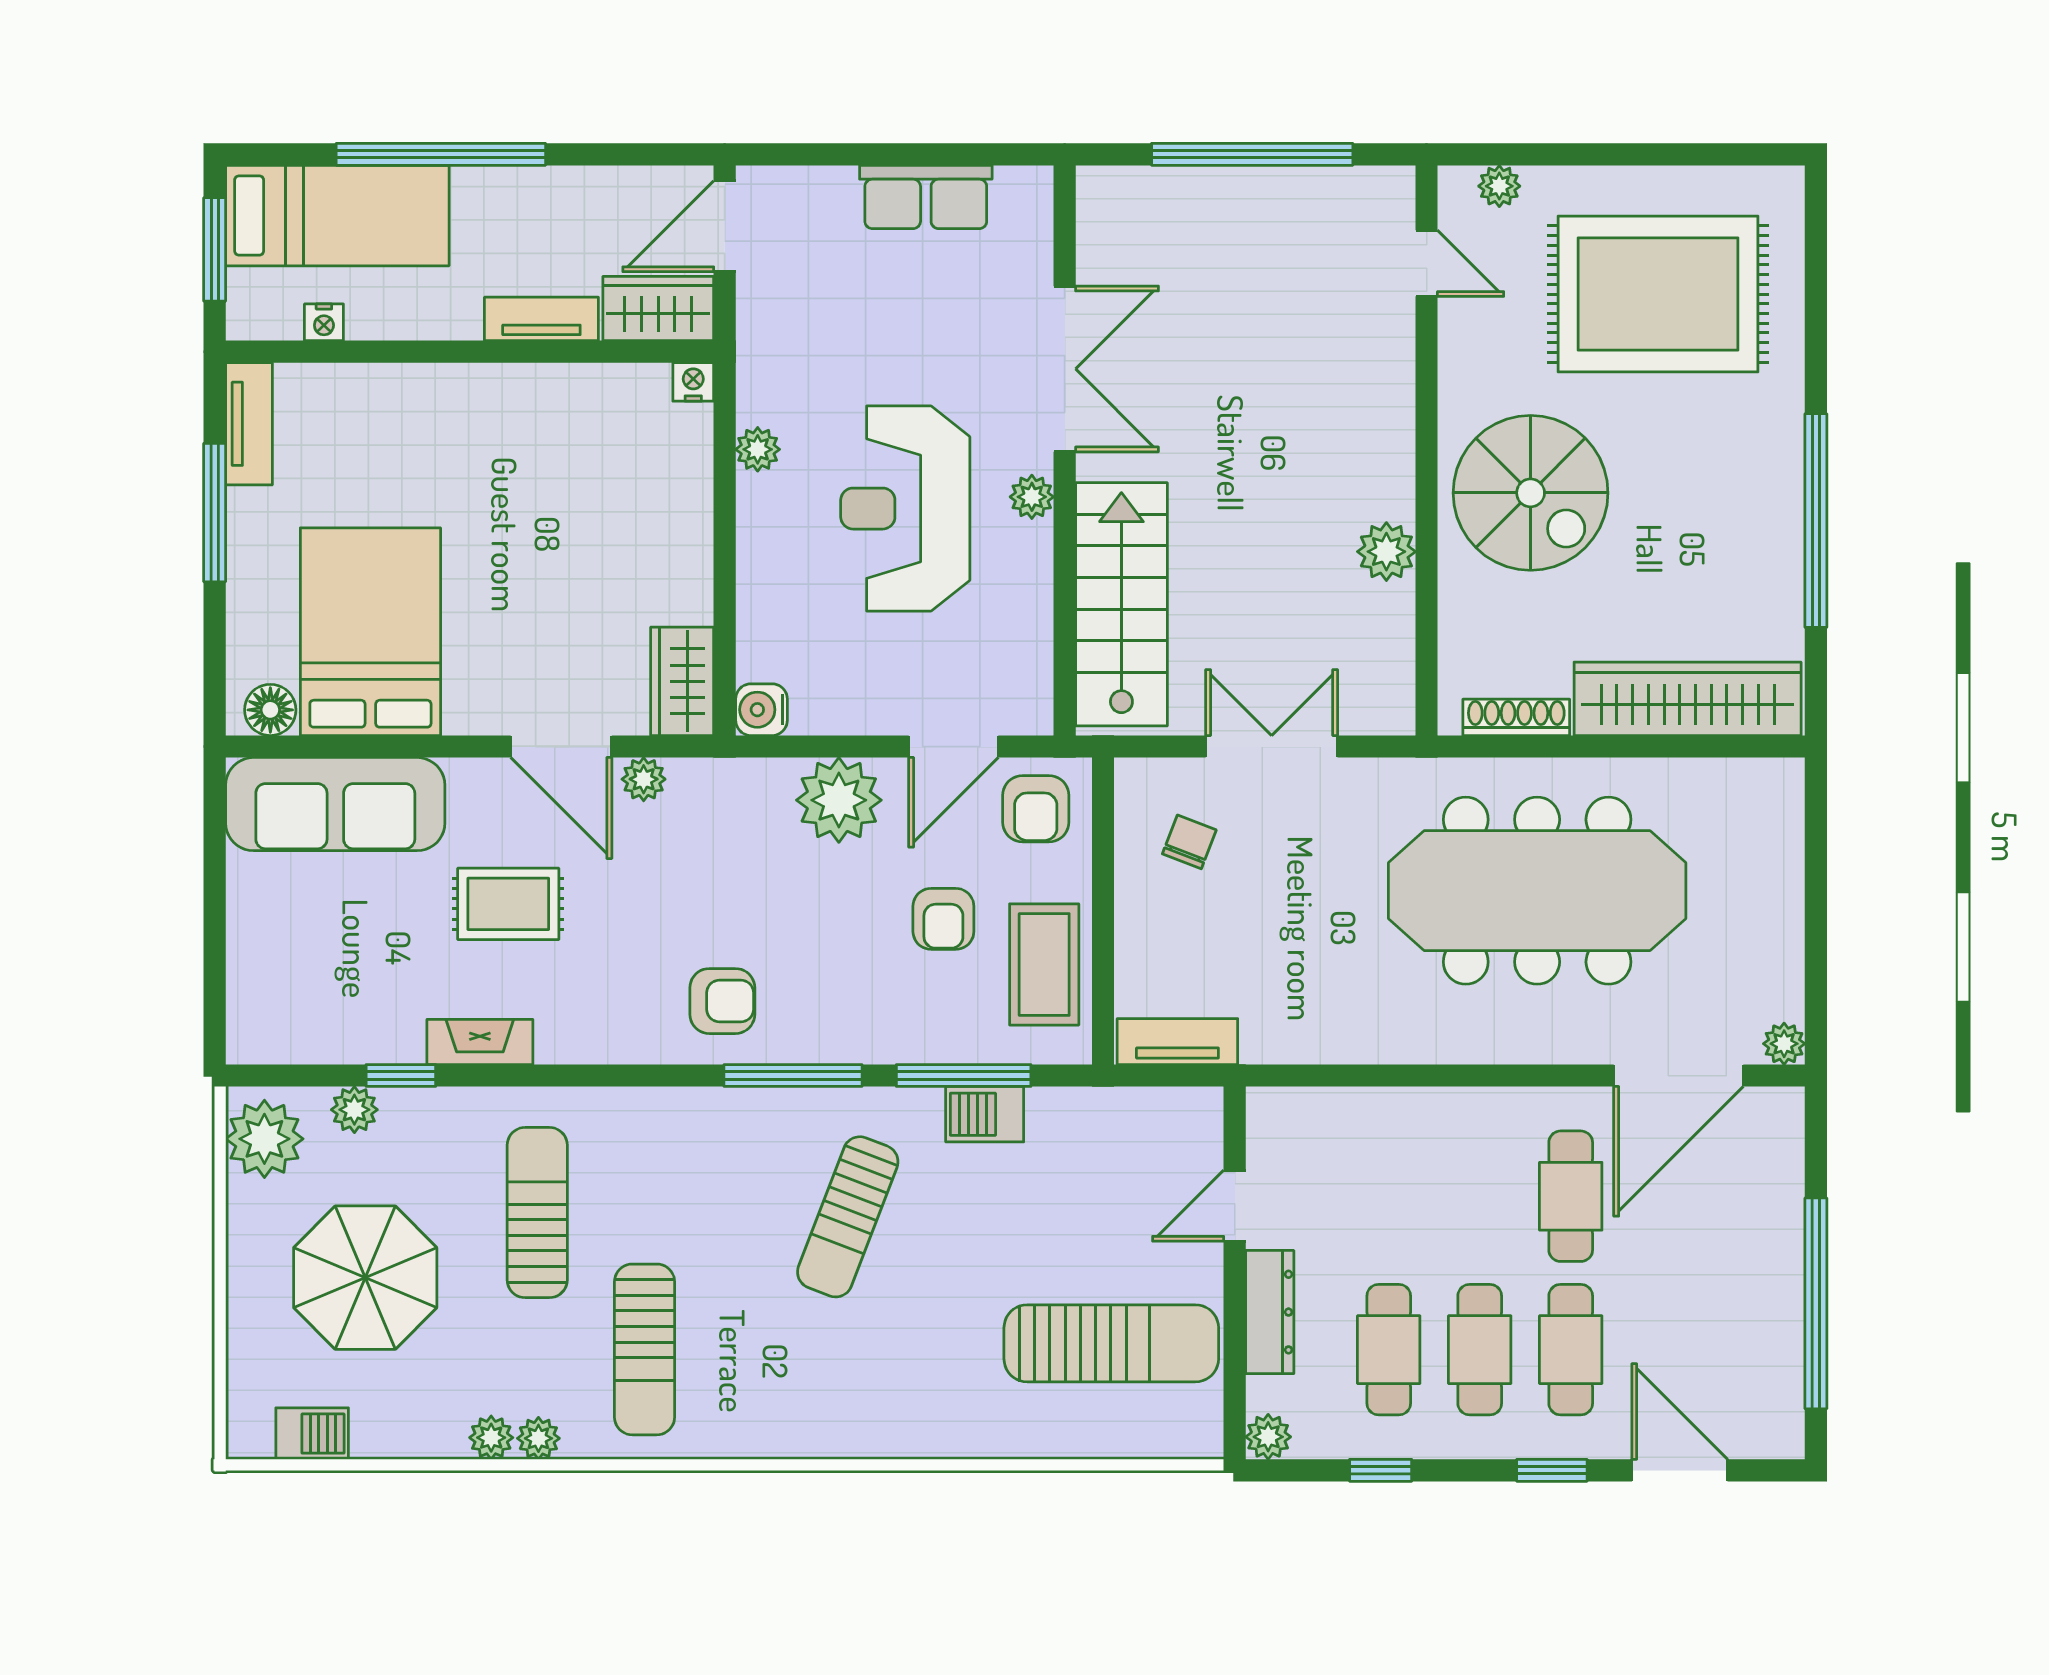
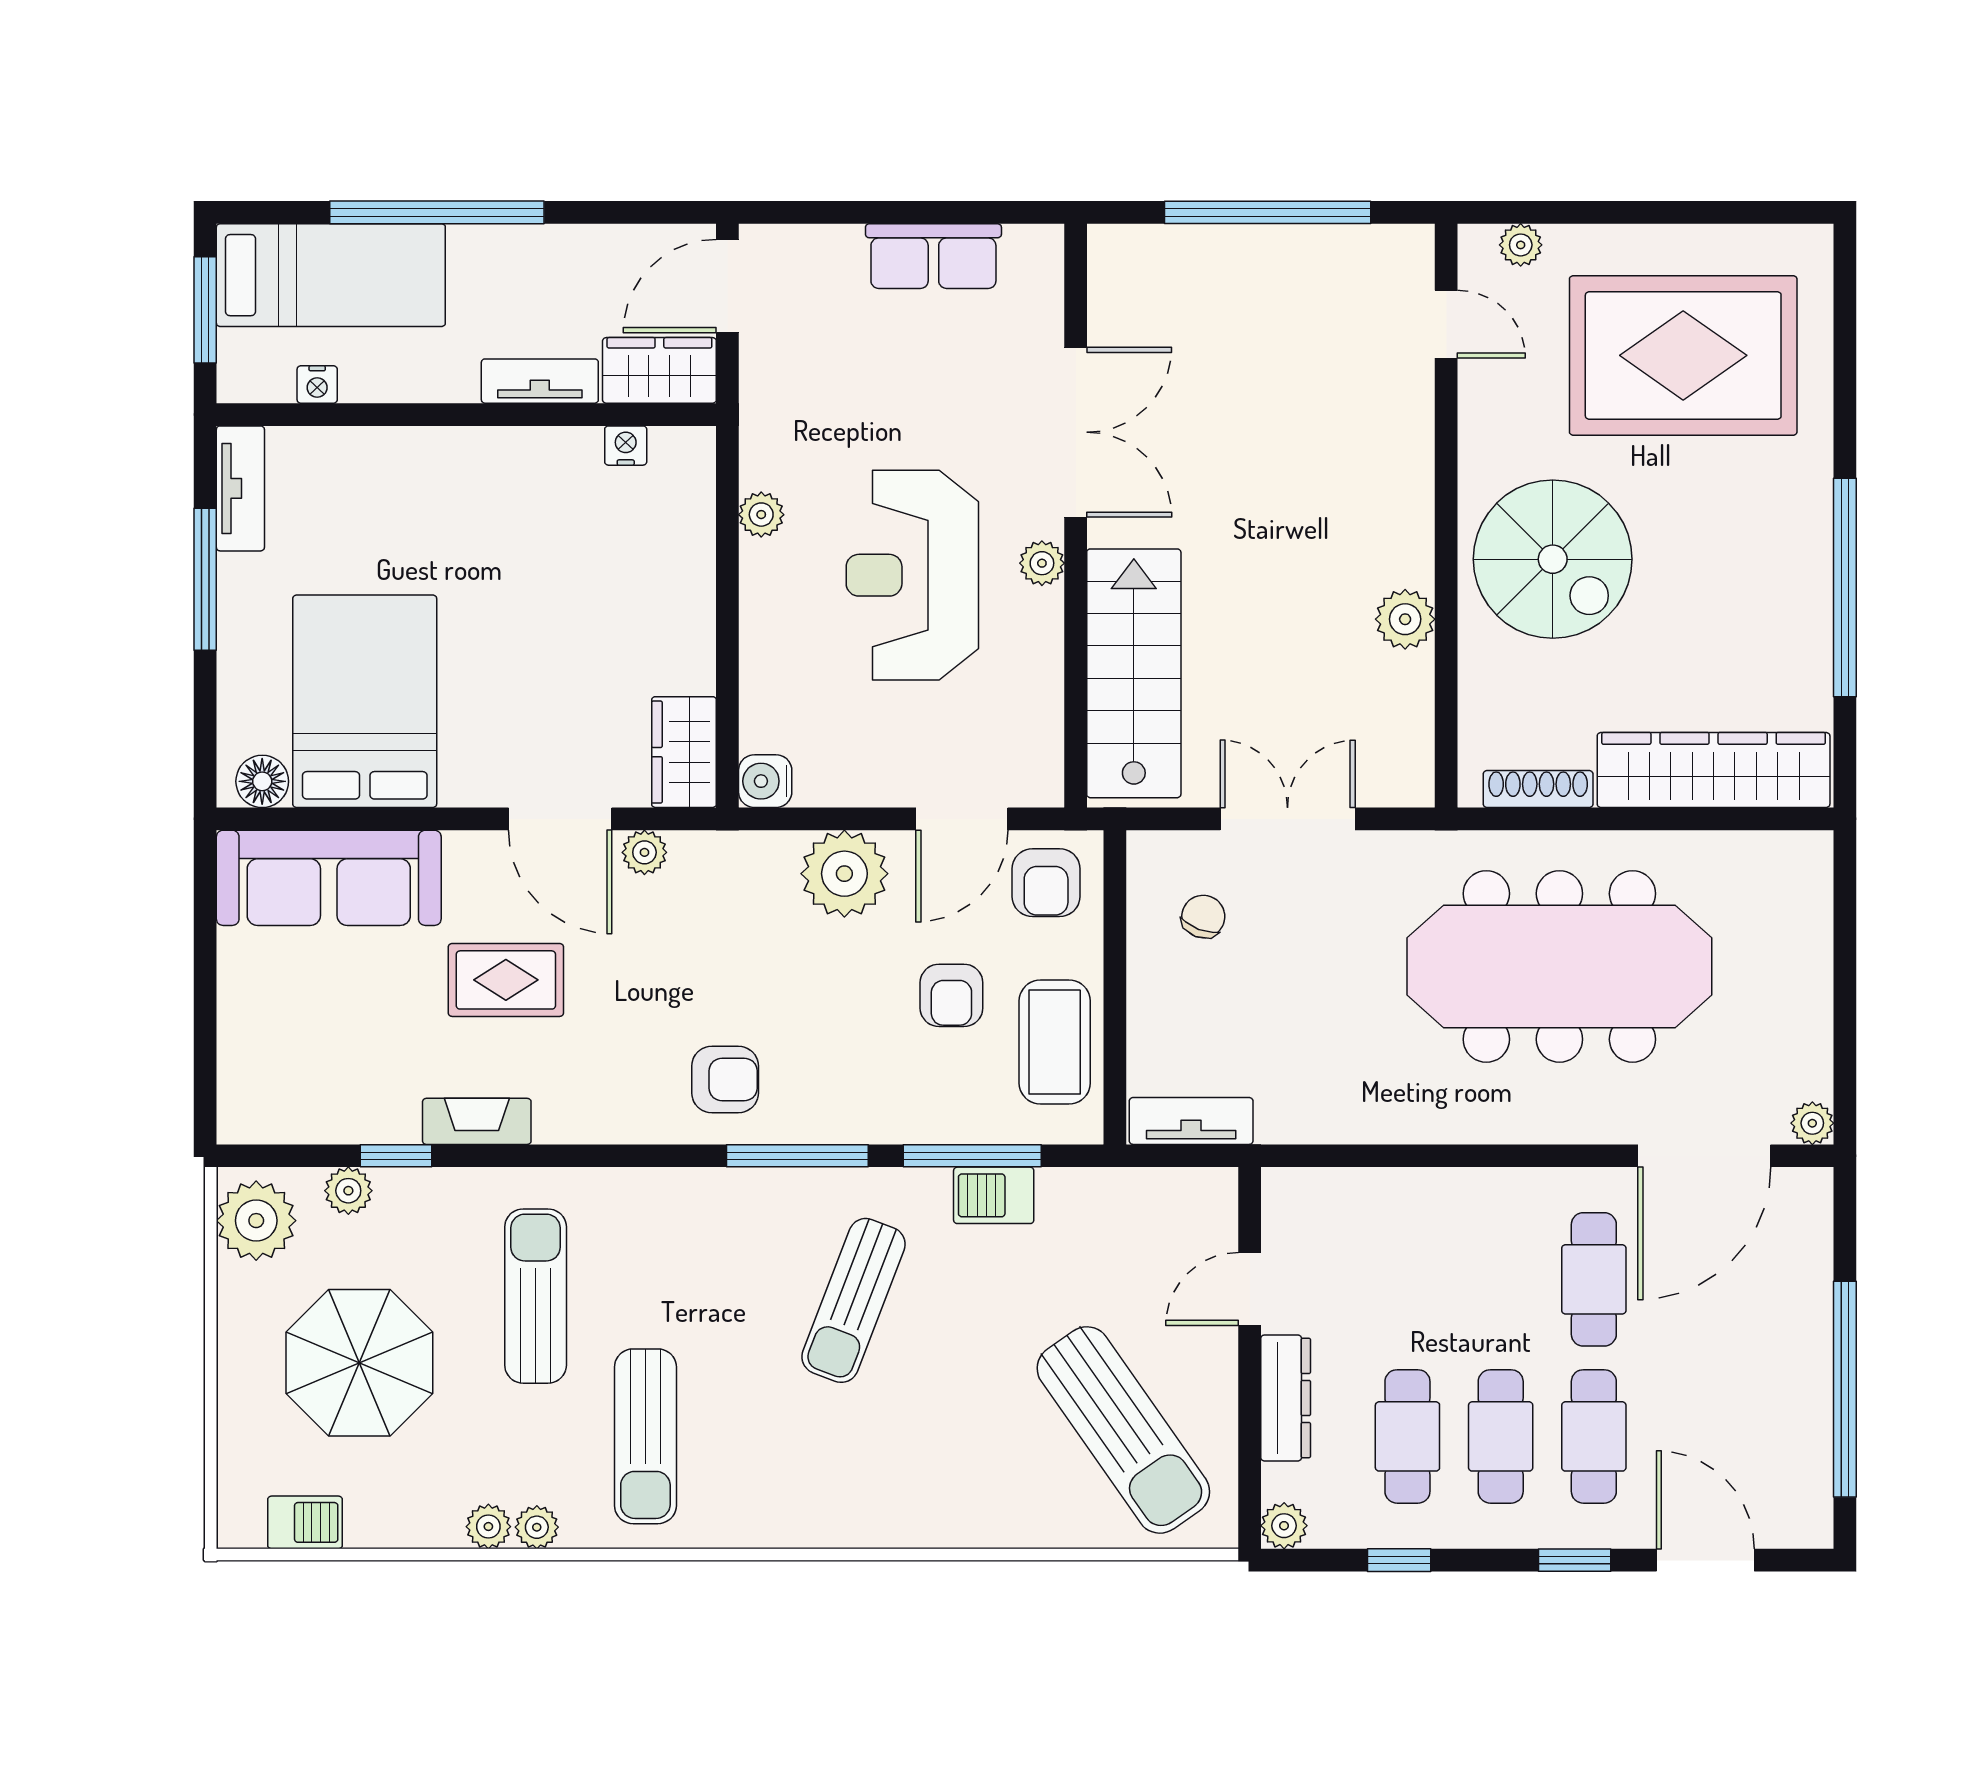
nightstand: (693, 382) -> (626, 446), moved
sun lounger: (1111, 1343) -> (1123, 1430), turned 55

